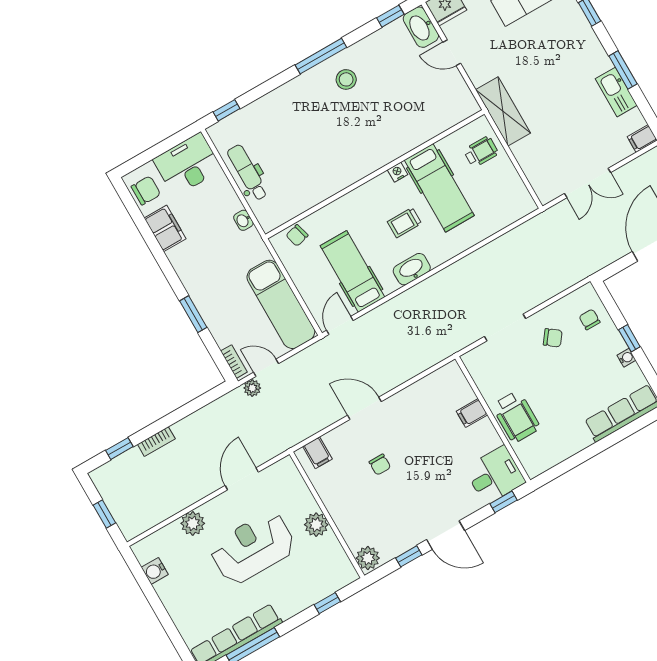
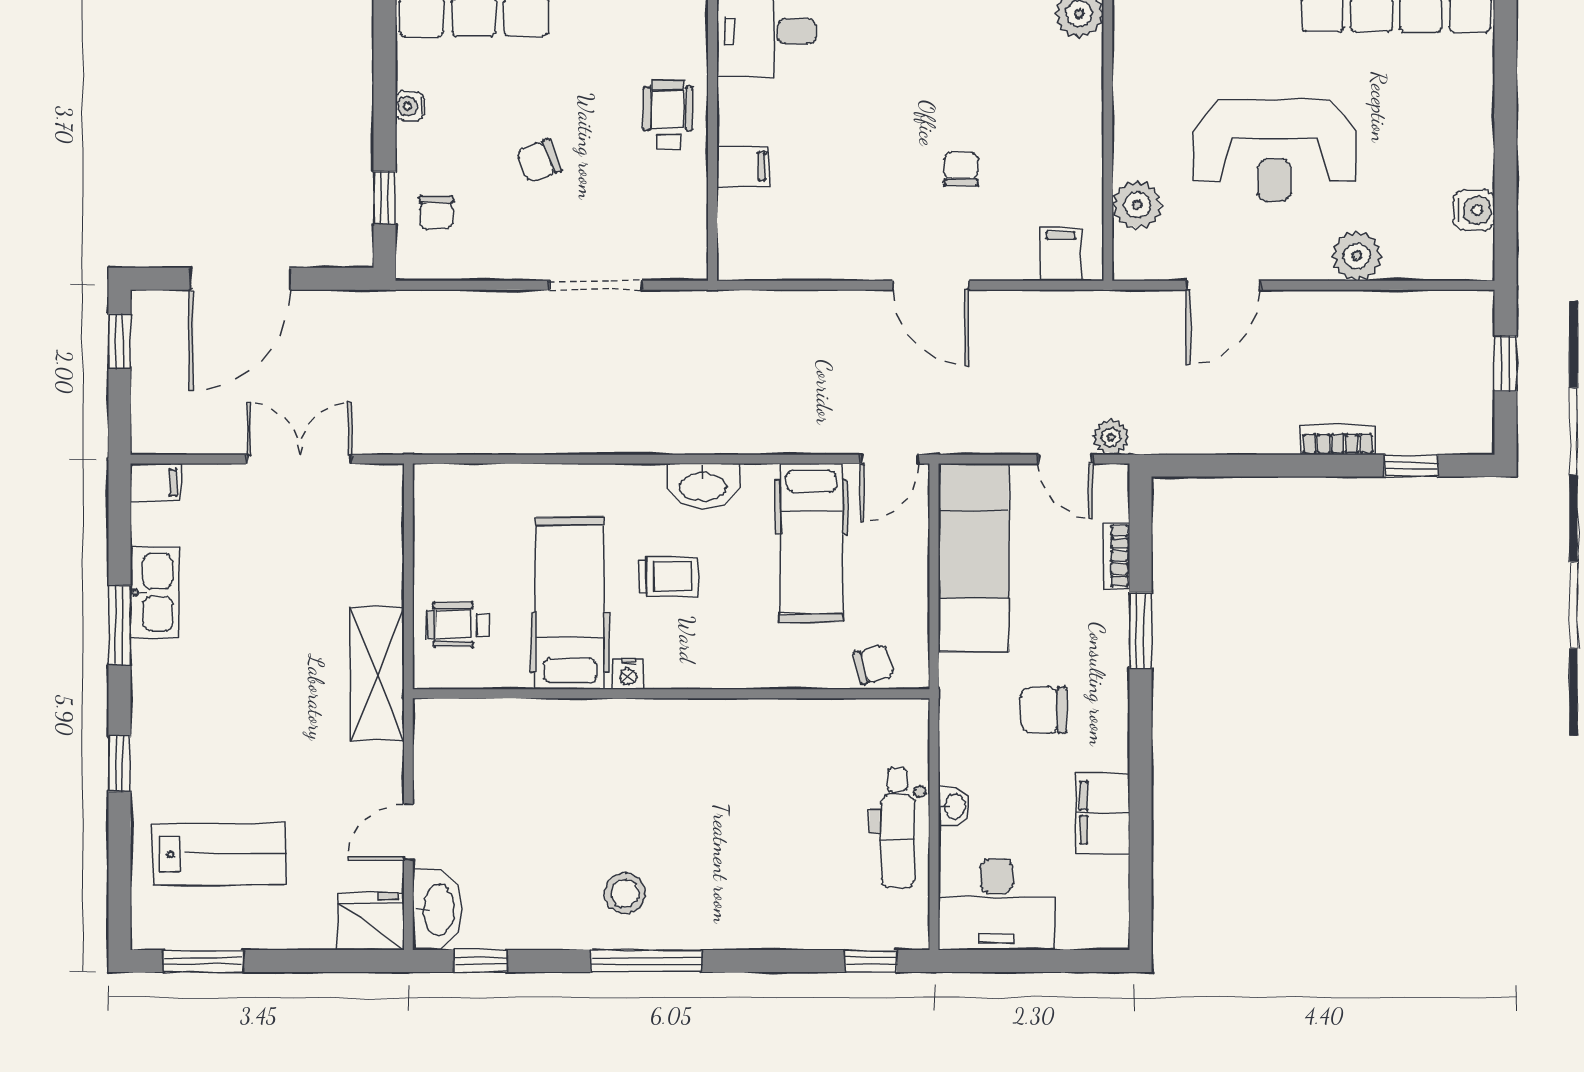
door: (452, 53) -> (408, 832), swing flipped
chair: (146, 190) -> (1044, 710), moved
washbasin: (243, 220) -> (954, 806), moved
chair: (553, 338) -> (539, 161), moved, turned -58
window: (629, 338) -> (384, 198), moved
bookcase: (234, 362) -> (1116, 556), moved
wheelchair: (516, 417) -> (668, 114), width x0.73, depth x0.73
plant: (316, 525) -> (1137, 205), moved

